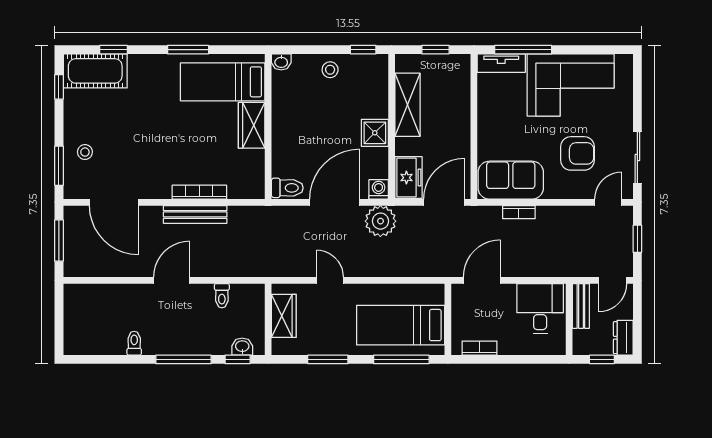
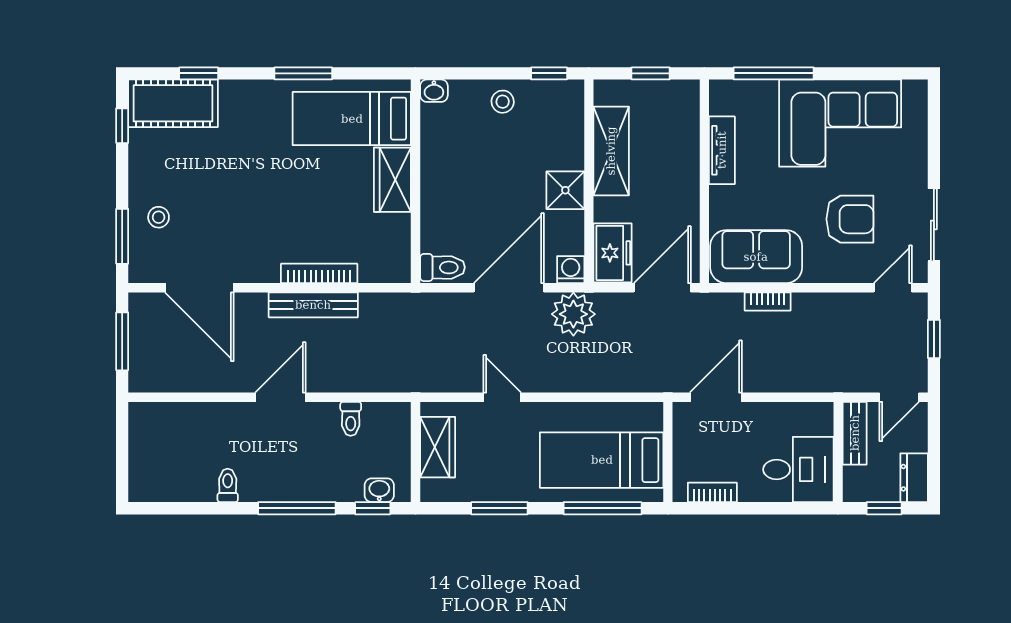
tv unit: (501, 63) -> (722, 150), moved, turned -90
desk: (540, 309) -> (798, 469), moved, turned 90

